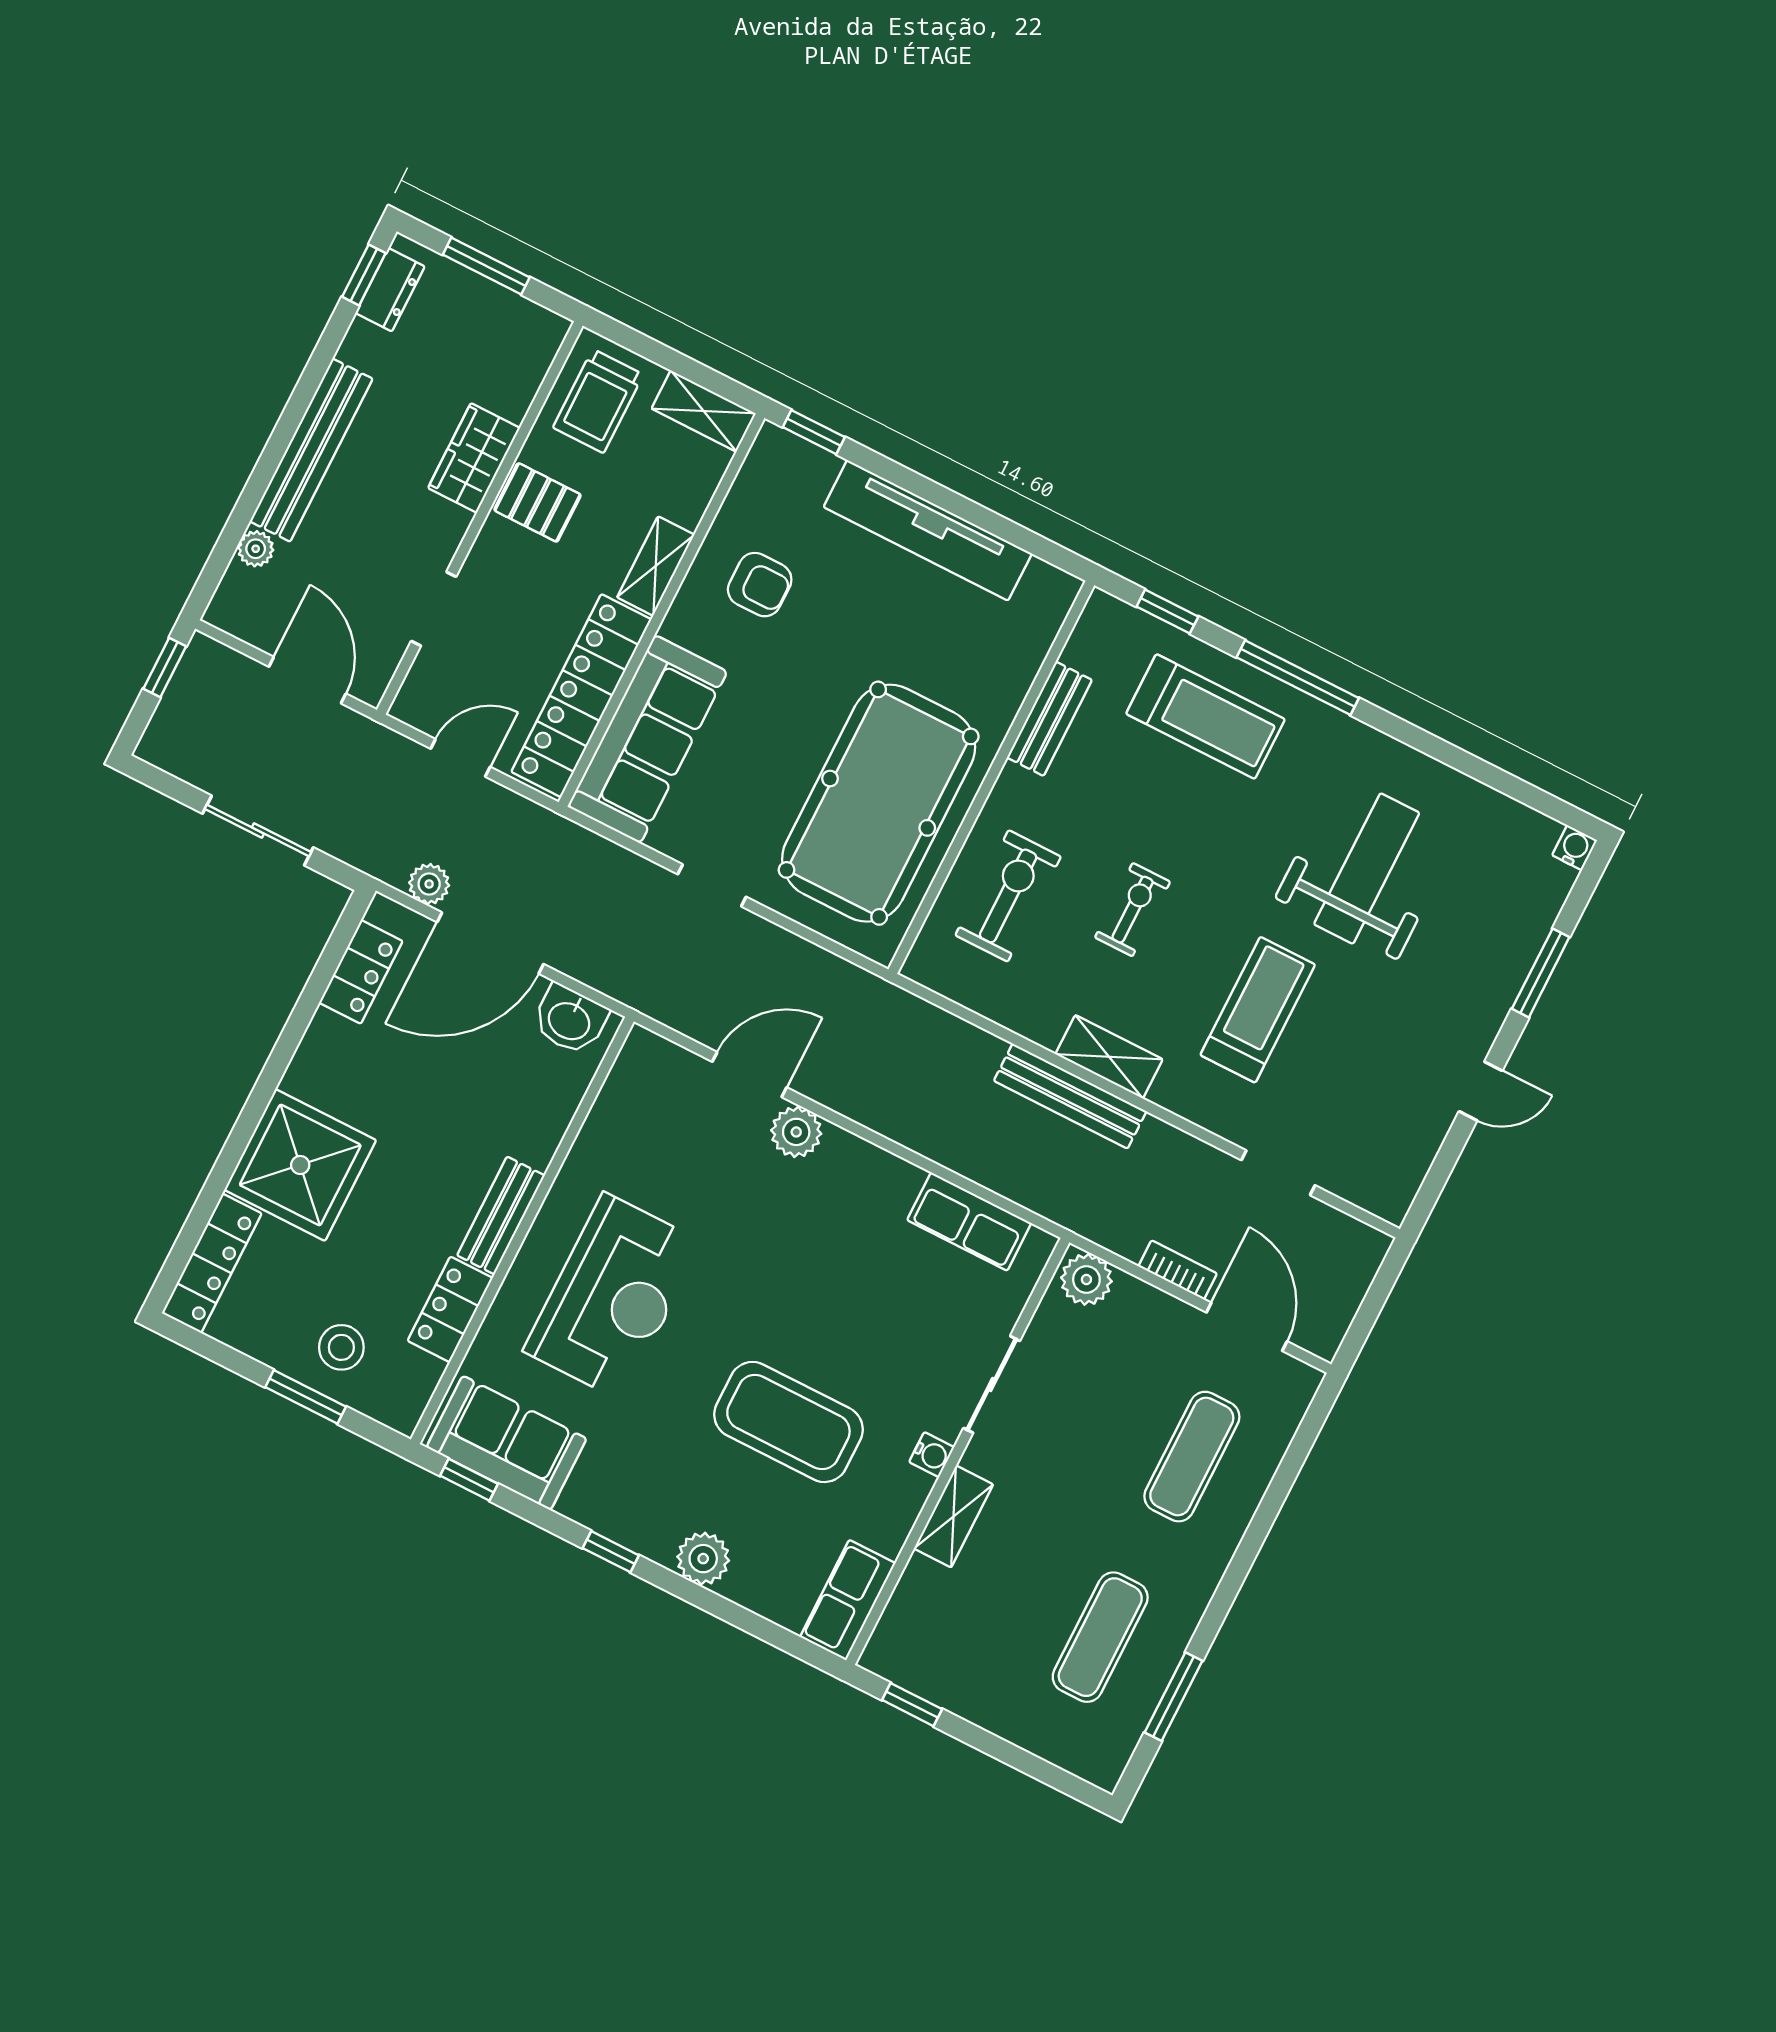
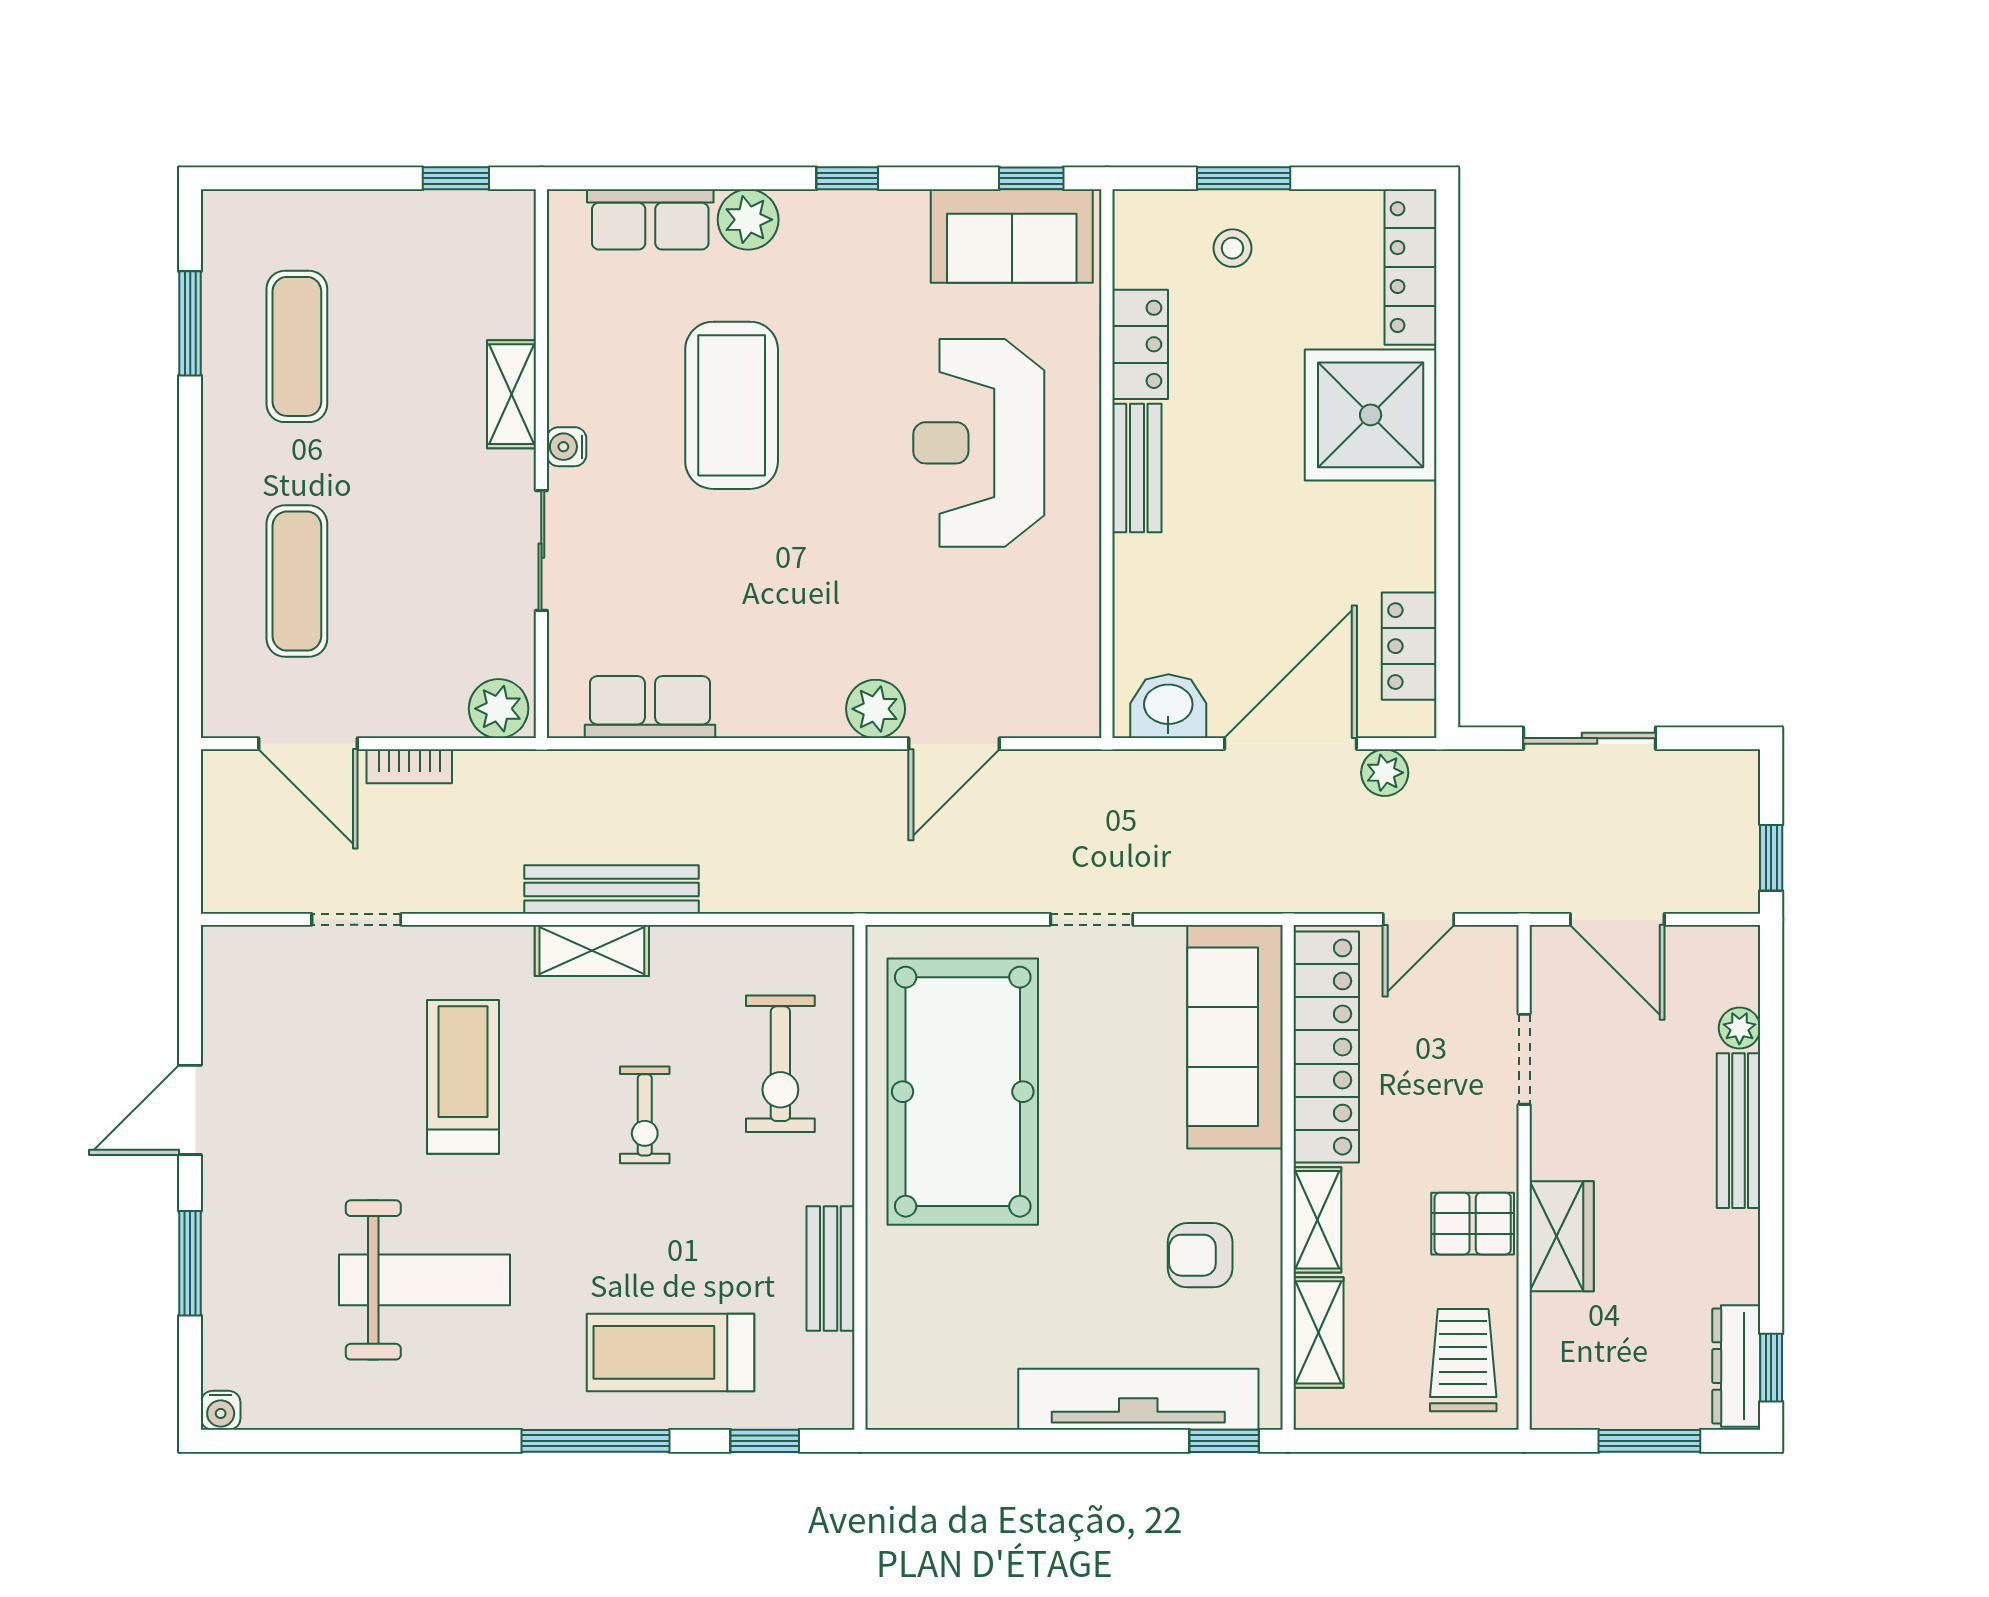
dresser: (390, 290) -> (1736, 1366), width x1.44
shelving: (704, 411) -> (1318, 1332), moved, turned 90
bench: (311, 450) -> (1738, 1131), width x0.73, depth x0.82
tv unit: (928, 530) -> (1138, 1399), moved
weight bench: (1367, 869) -> (424, 1280), turned -90
treadmill: (1258, 1010) -> (463, 1077), turned 180
door: (1481, 1091) -> (190, 1110), width x1.38
stool: (341, 1347) -> (1232, 248), width x0.73, depth x0.73
coffee table: (788, 1422) -> (732, 405), turned 90
row of seats: (848, 1600) -> (650, 219), moved, turned 90

